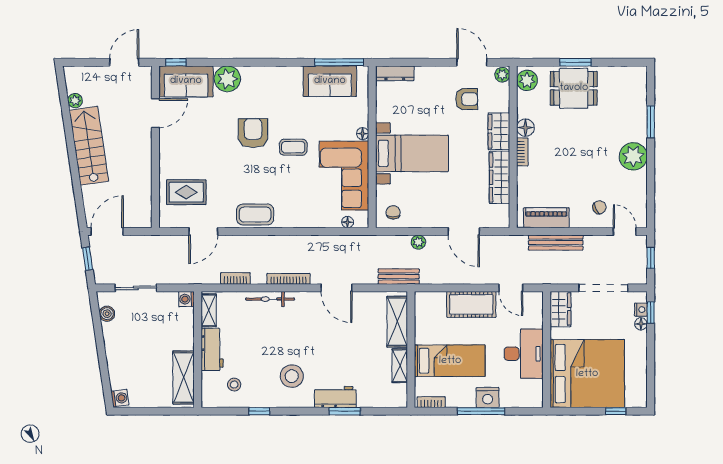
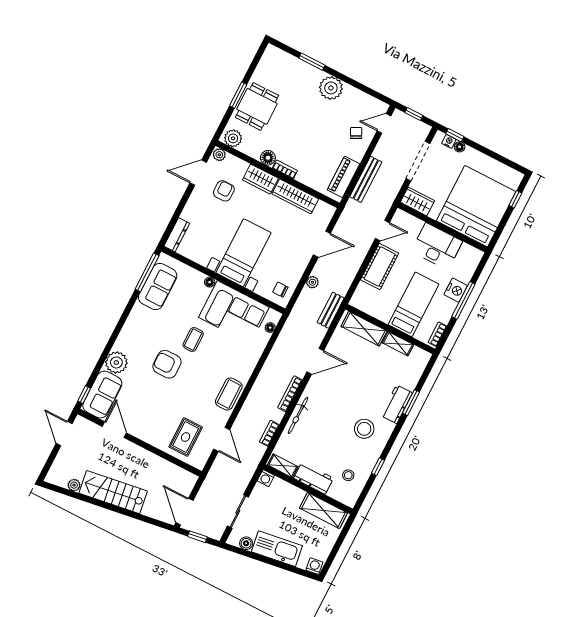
kitchen sink: (118, 349) -> (277, 549), added

